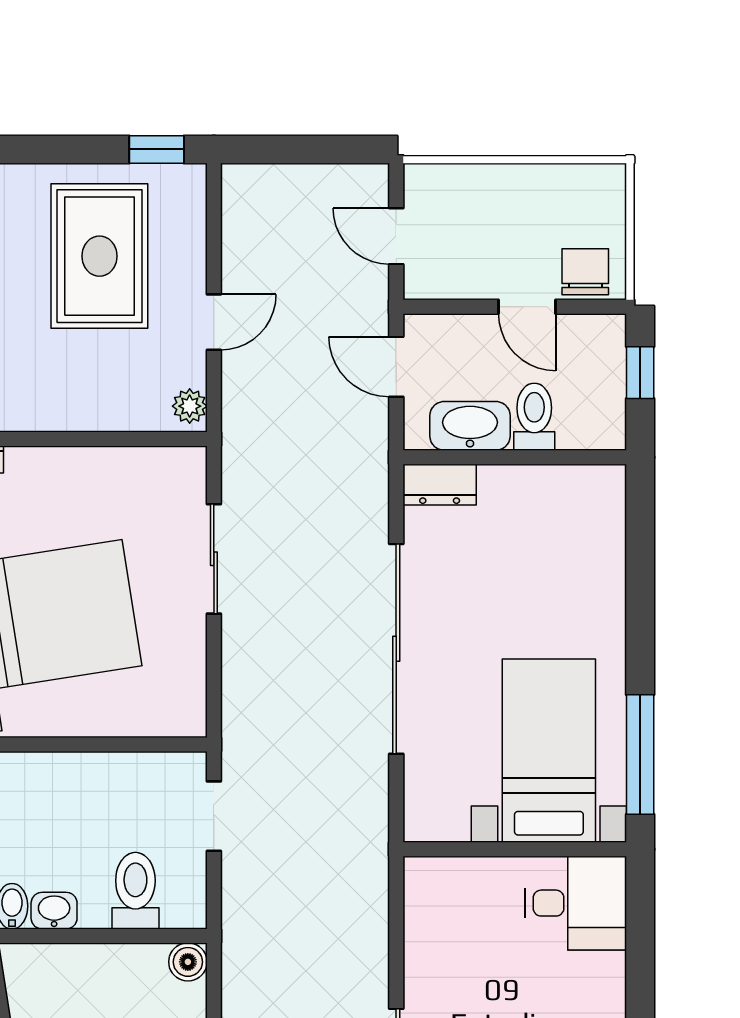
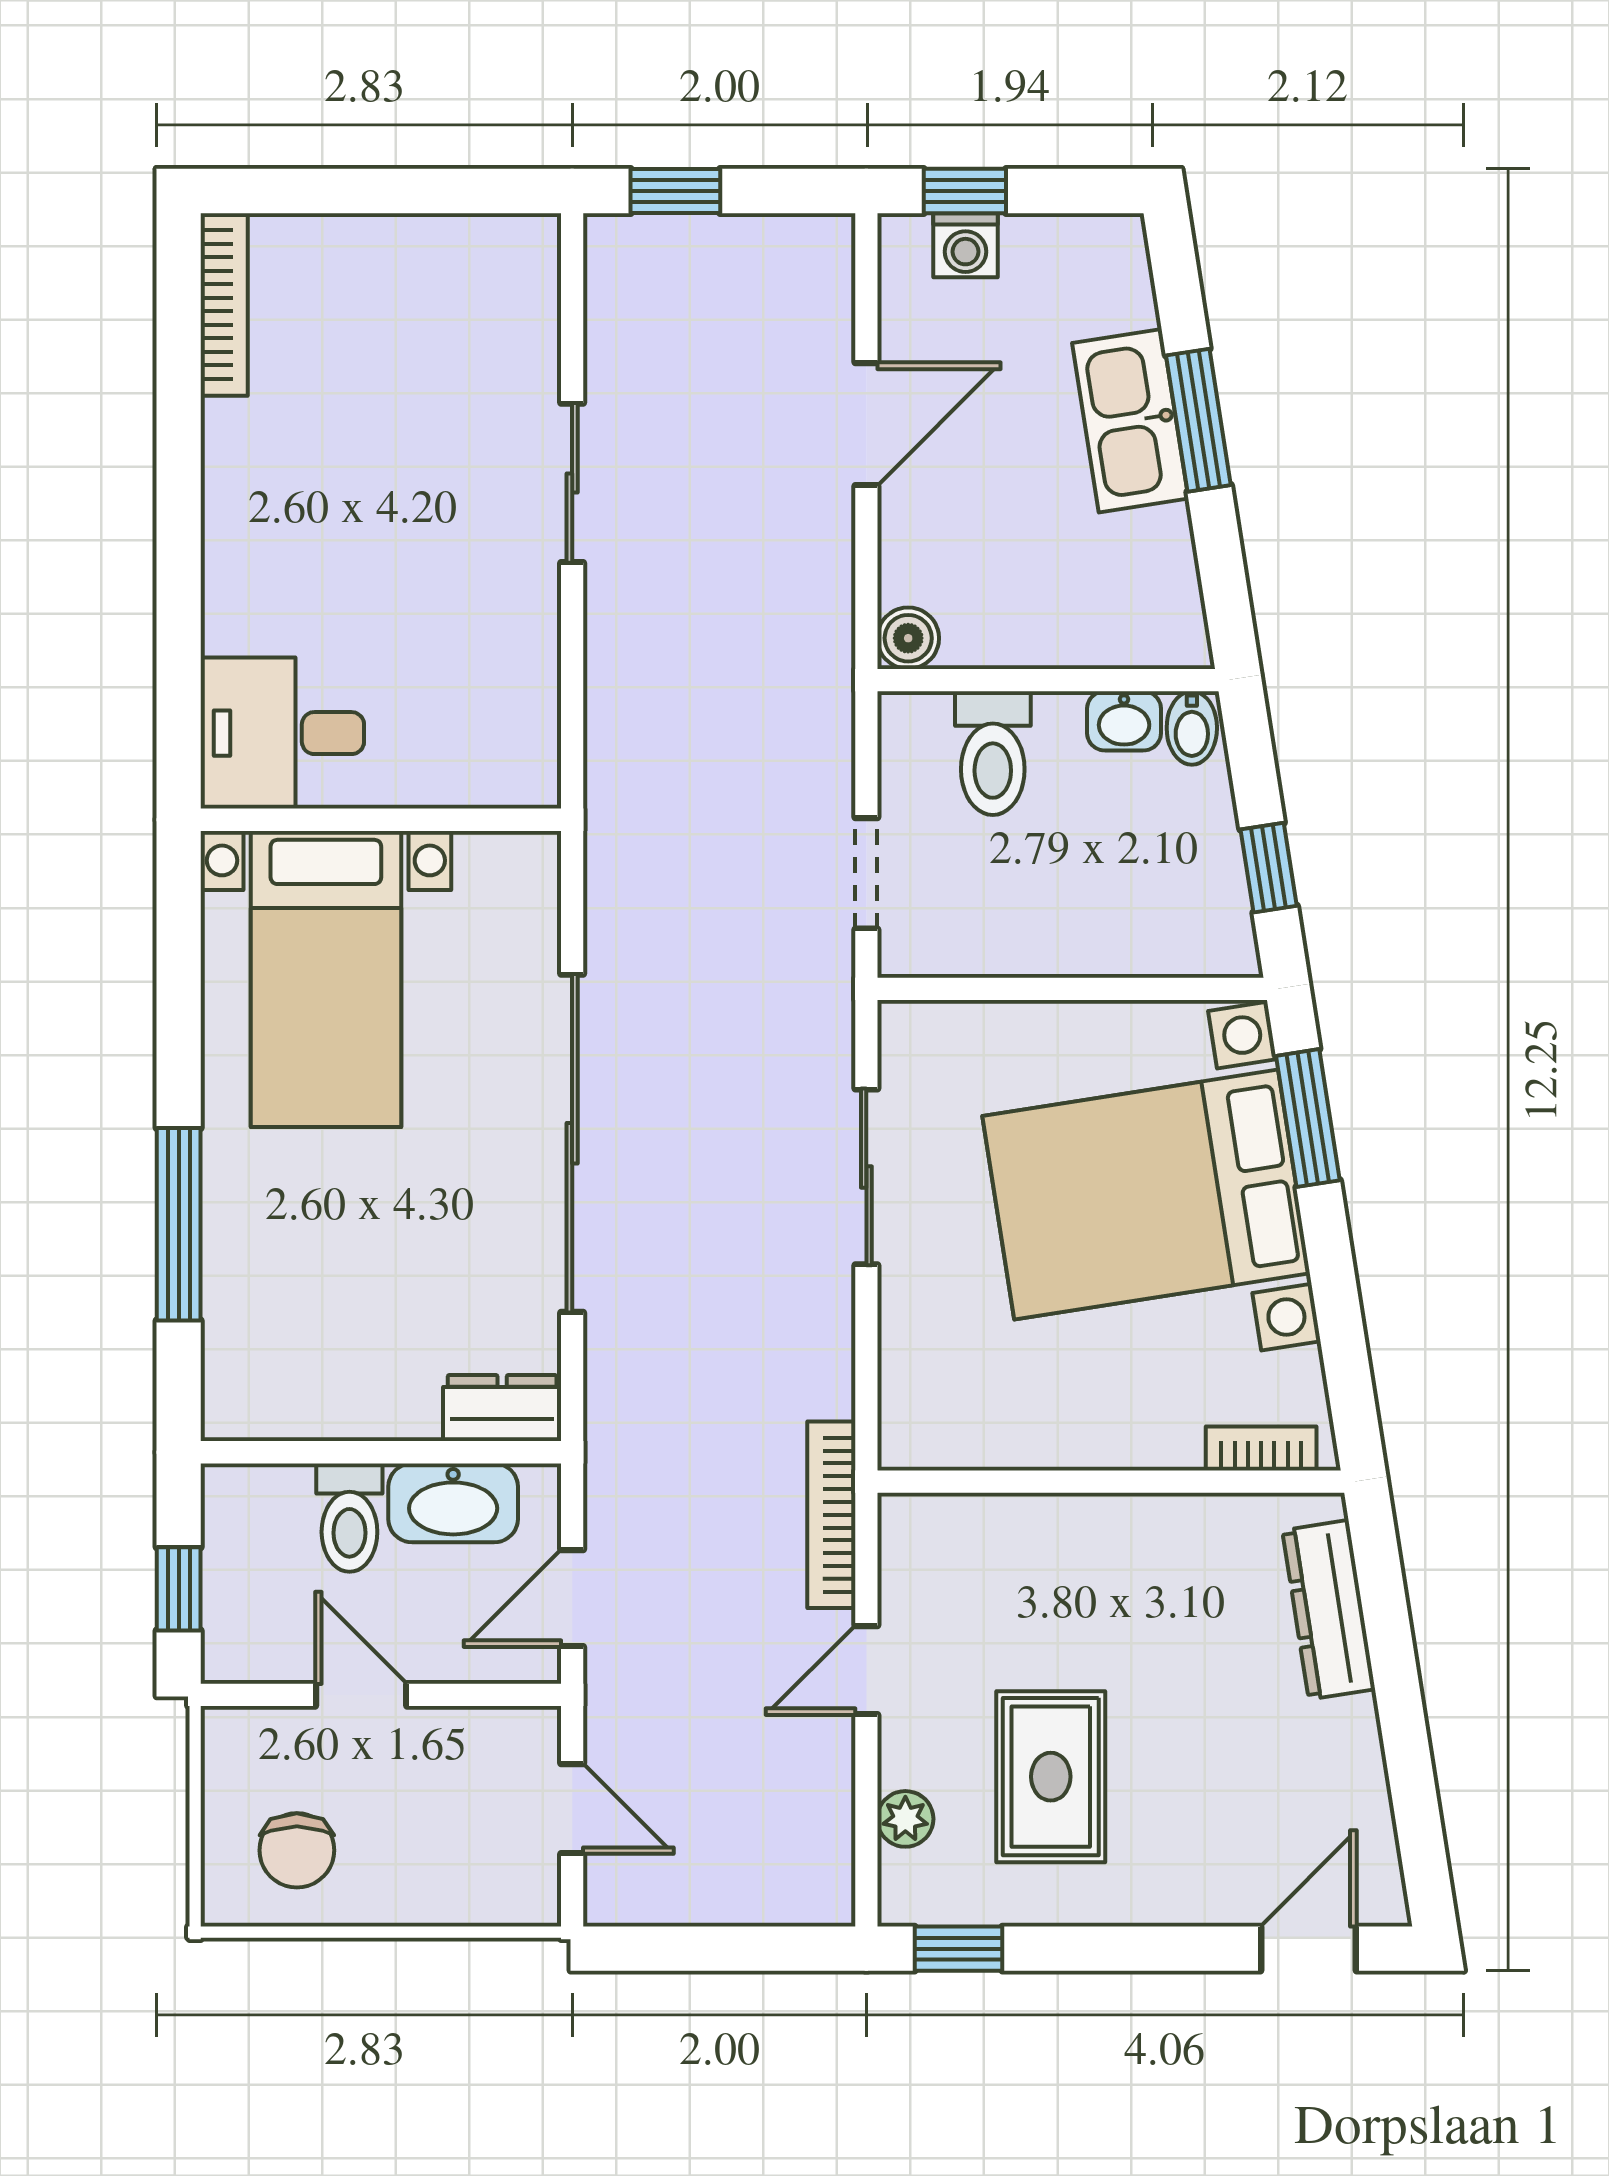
rug: (99, 256) -> (1051, 1777), width x0.73, depth x0.70
chair: (585, 272) -> (297, 1850), moved
door: (396, 367) -> (572, 1598), swing flipped
plant: (190, 406) -> (905, 1819), moved
bookcase: (236, 419) -> (831, 1515), added
sliding door: (214, 559) -> (866, 1177), moved
window: (640, 755) -> (179, 1224), moved

